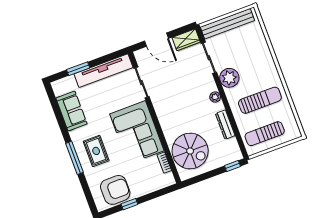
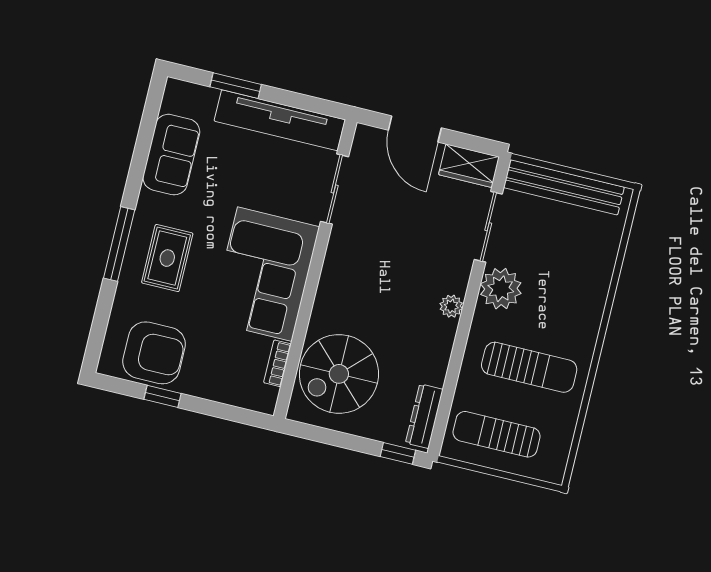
dresser: (225, 125) -> (424, 416), moved
spiral stairs: (190, 151) -> (339, 374), turned 90

